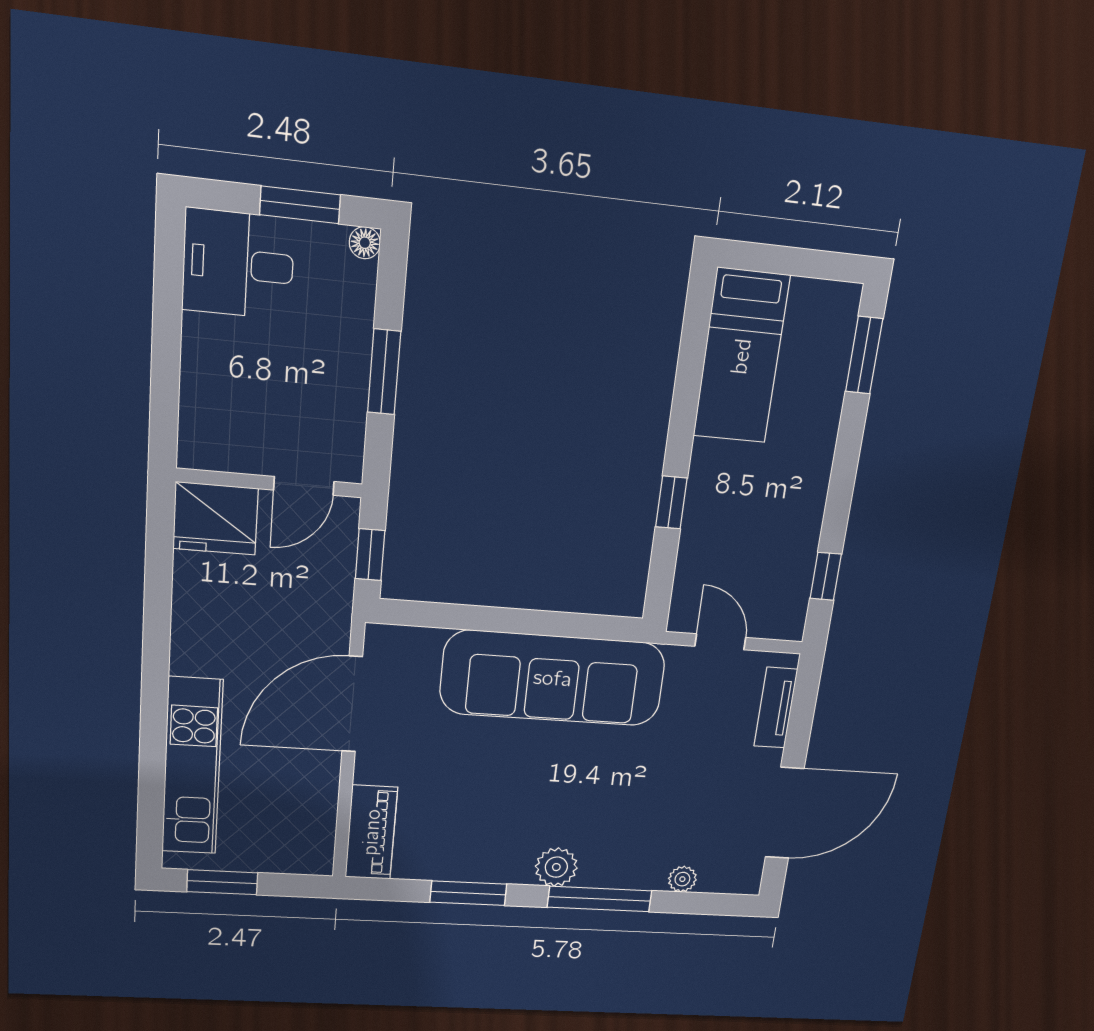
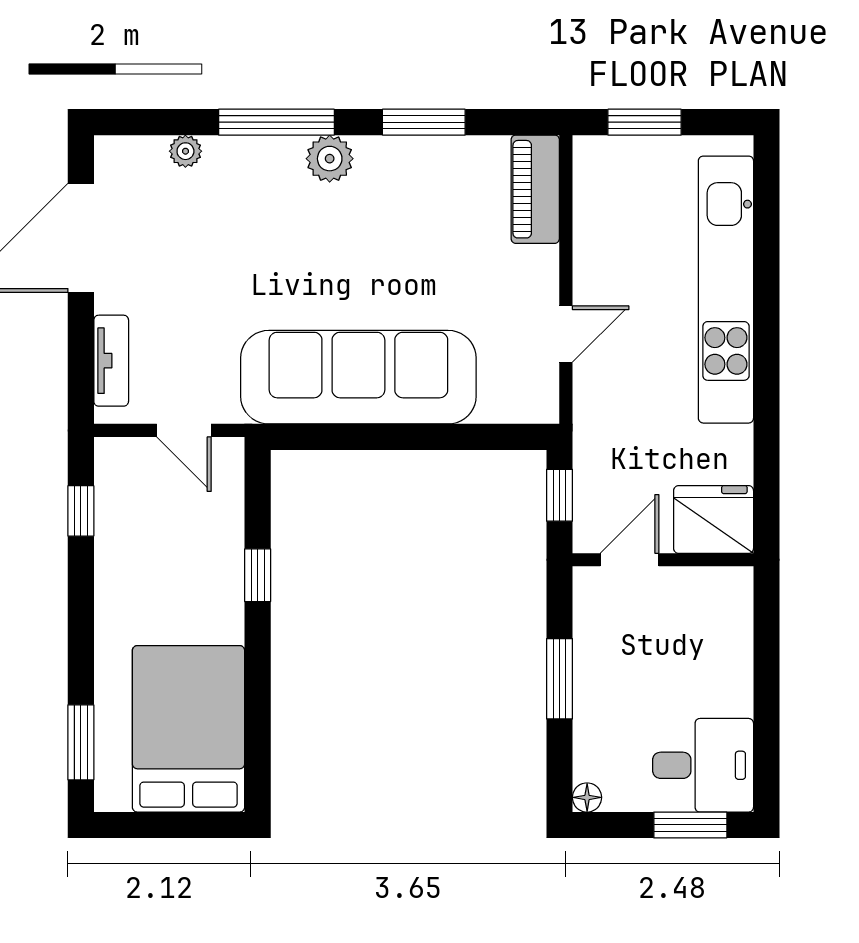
window: (300, 205) -> (690, 825), moved
bed: (741, 356) -> (189, 729), width x1.50
door: (352, 704) -> (566, 334), width x0.53
kitchen unit: (192, 766) -> (726, 290), width x1.36
window: (222, 882) -> (645, 122), moved

